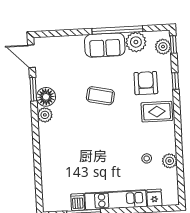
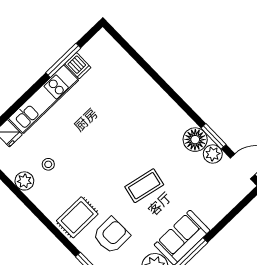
armchair: (146, 83) -> (111, 235), turned -91
plant: (45, 115) -> (213, 154), moved

